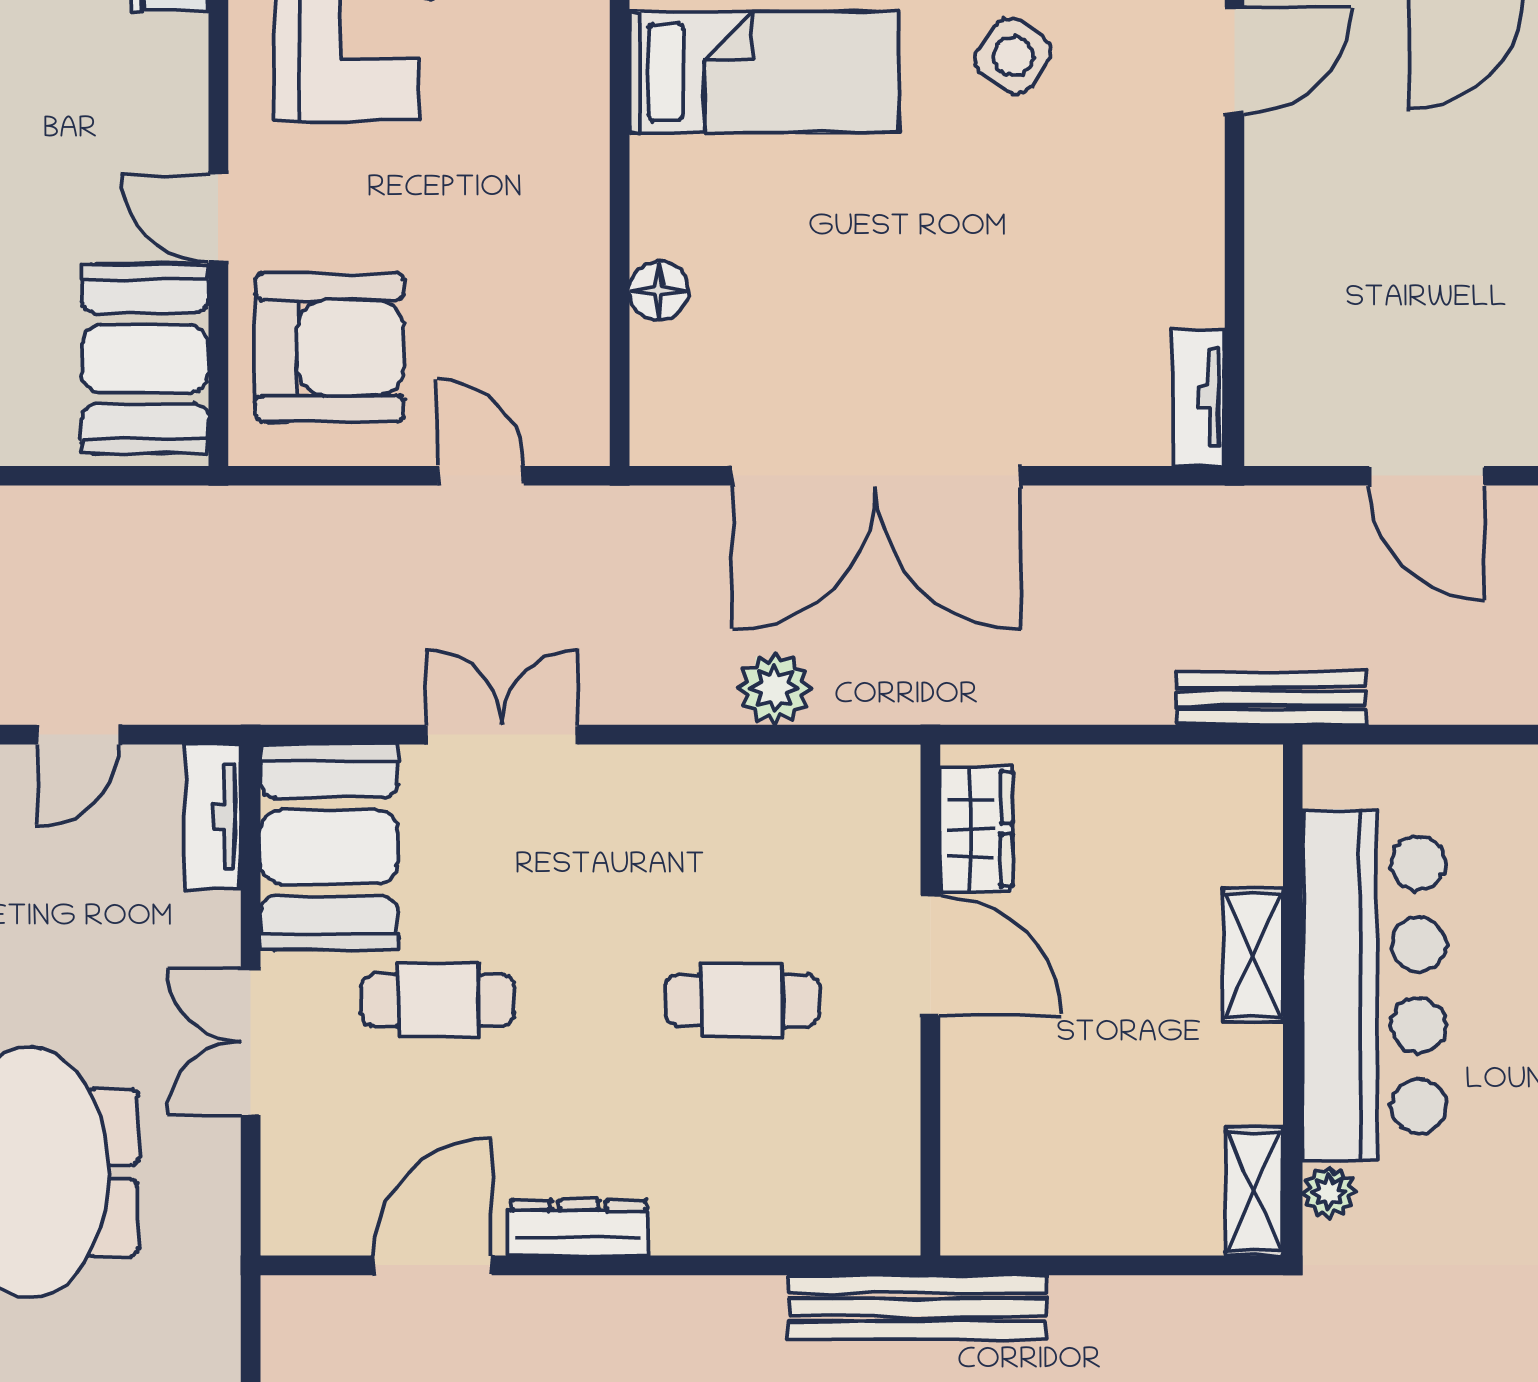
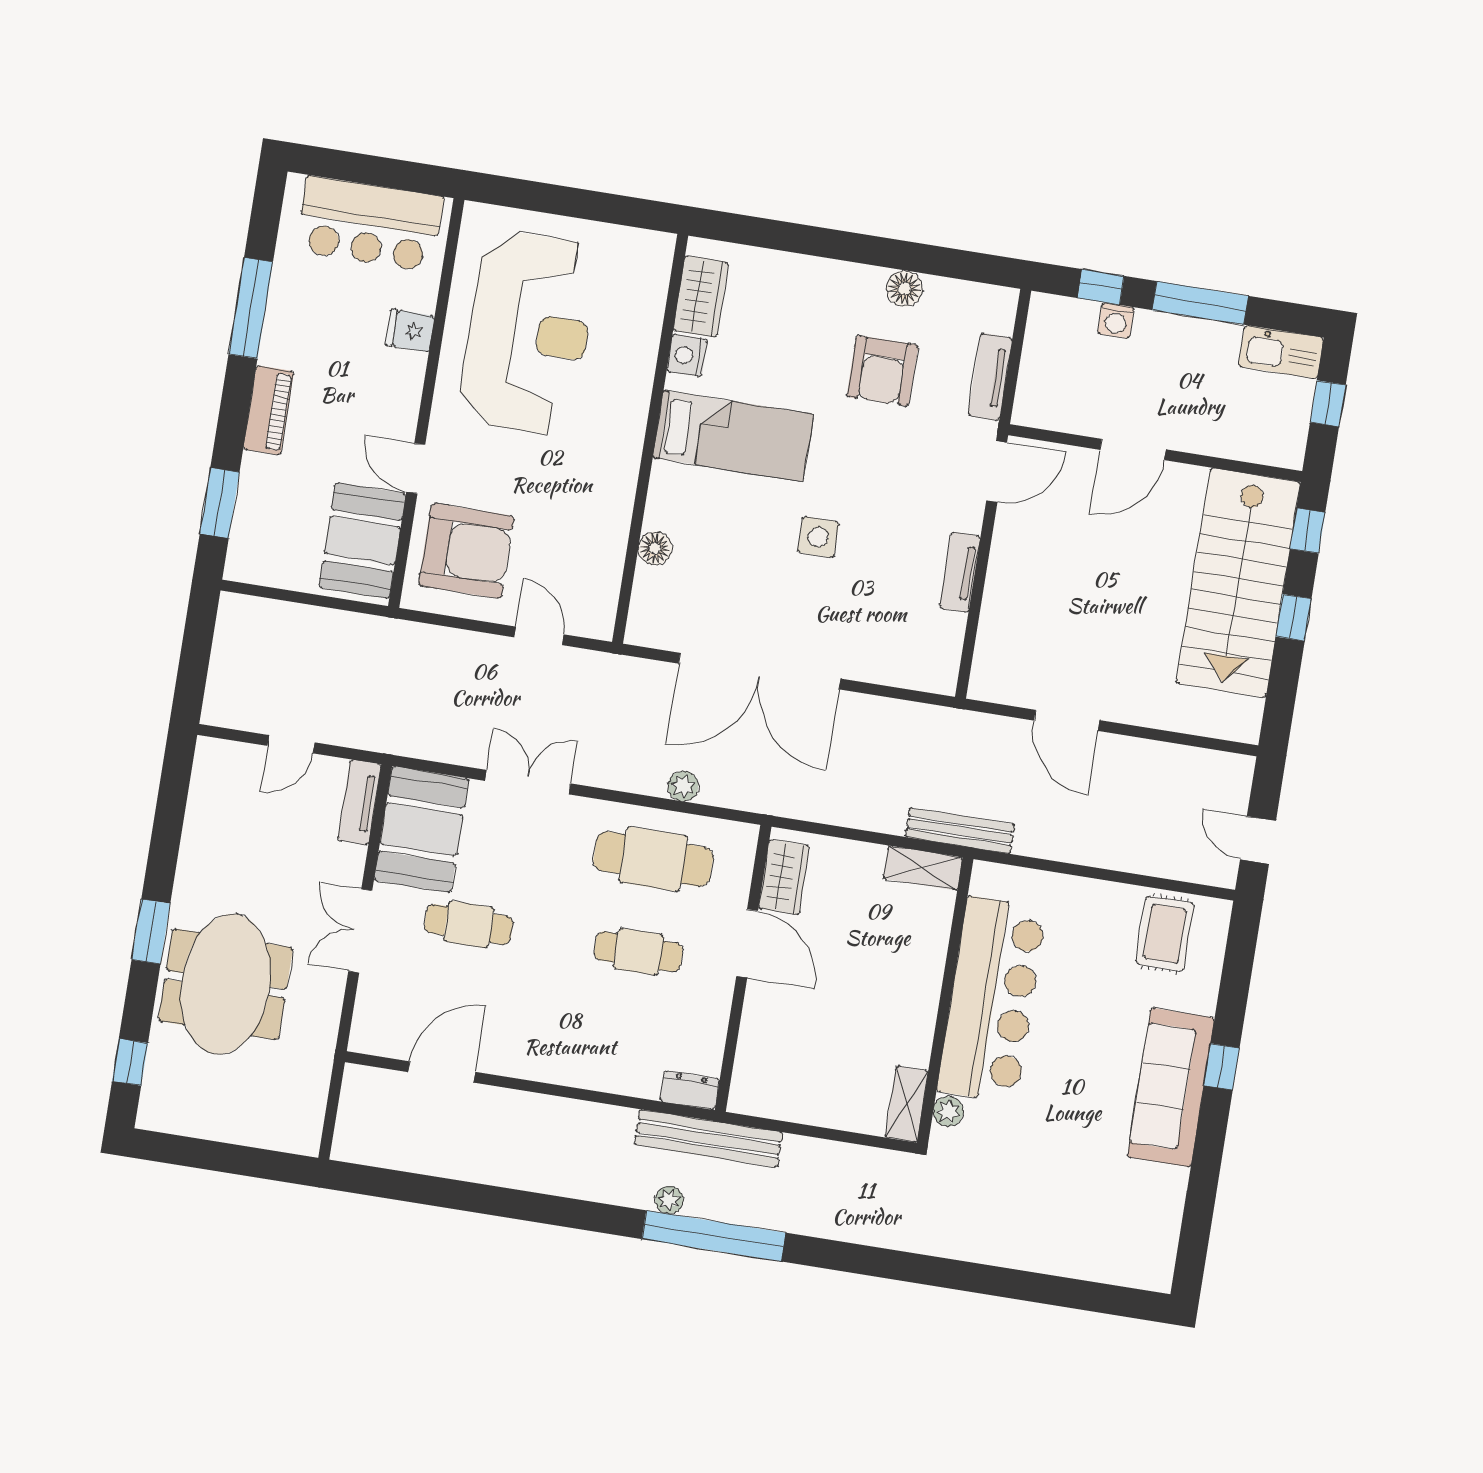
side table: (1013, 56) -> (818, 537), moved, turned -35
tv unit: (1199, 397) -> (960, 572), moved
plant: (775, 688) -> (683, 786), width x0.73, depth x0.73
cafe table: (743, 834) -> (653, 859), added
shelving: (1253, 955) -> (923, 868), moved, turned 90
dresser: (579, 1228) -> (690, 1090), moved, width x0.70

